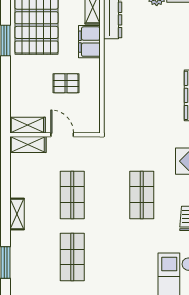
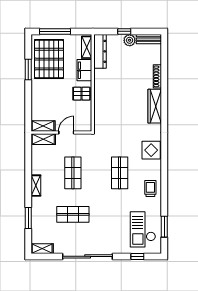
pallet: (66, 83) -> (82, 94), moved
door: (62, 135) -> (66, 133), hinge flipped
shop shelf: (72, 257) -> (73, 214), turned 90

